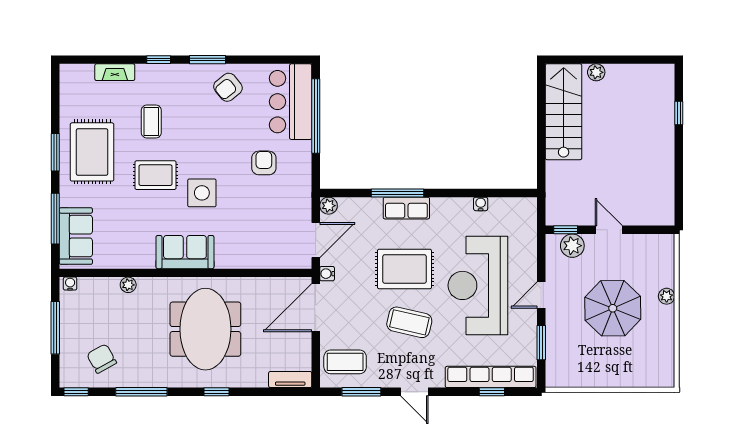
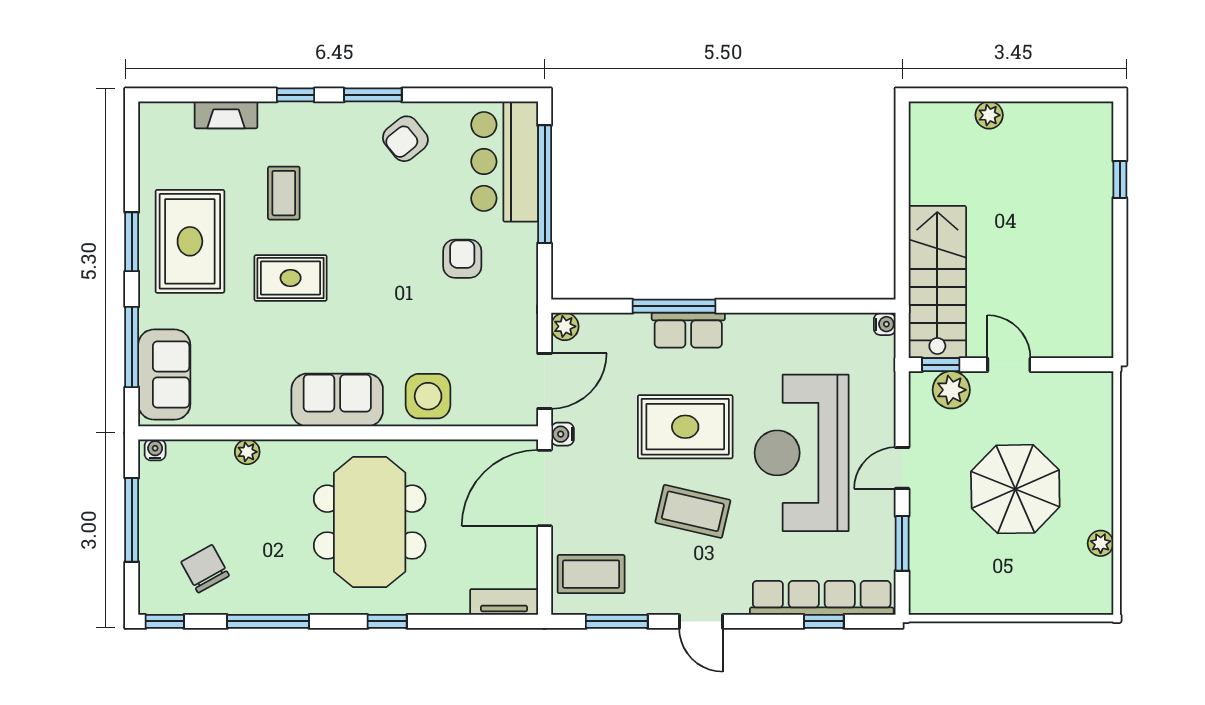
stairs: (564, 112) -> (937, 282), moved
side table: (202, 193) -> (428, 396), moved
water cooler: (481, 204) -> (885, 324), moved, turned 90
plant: (667, 296) -> (1101, 543), moved

